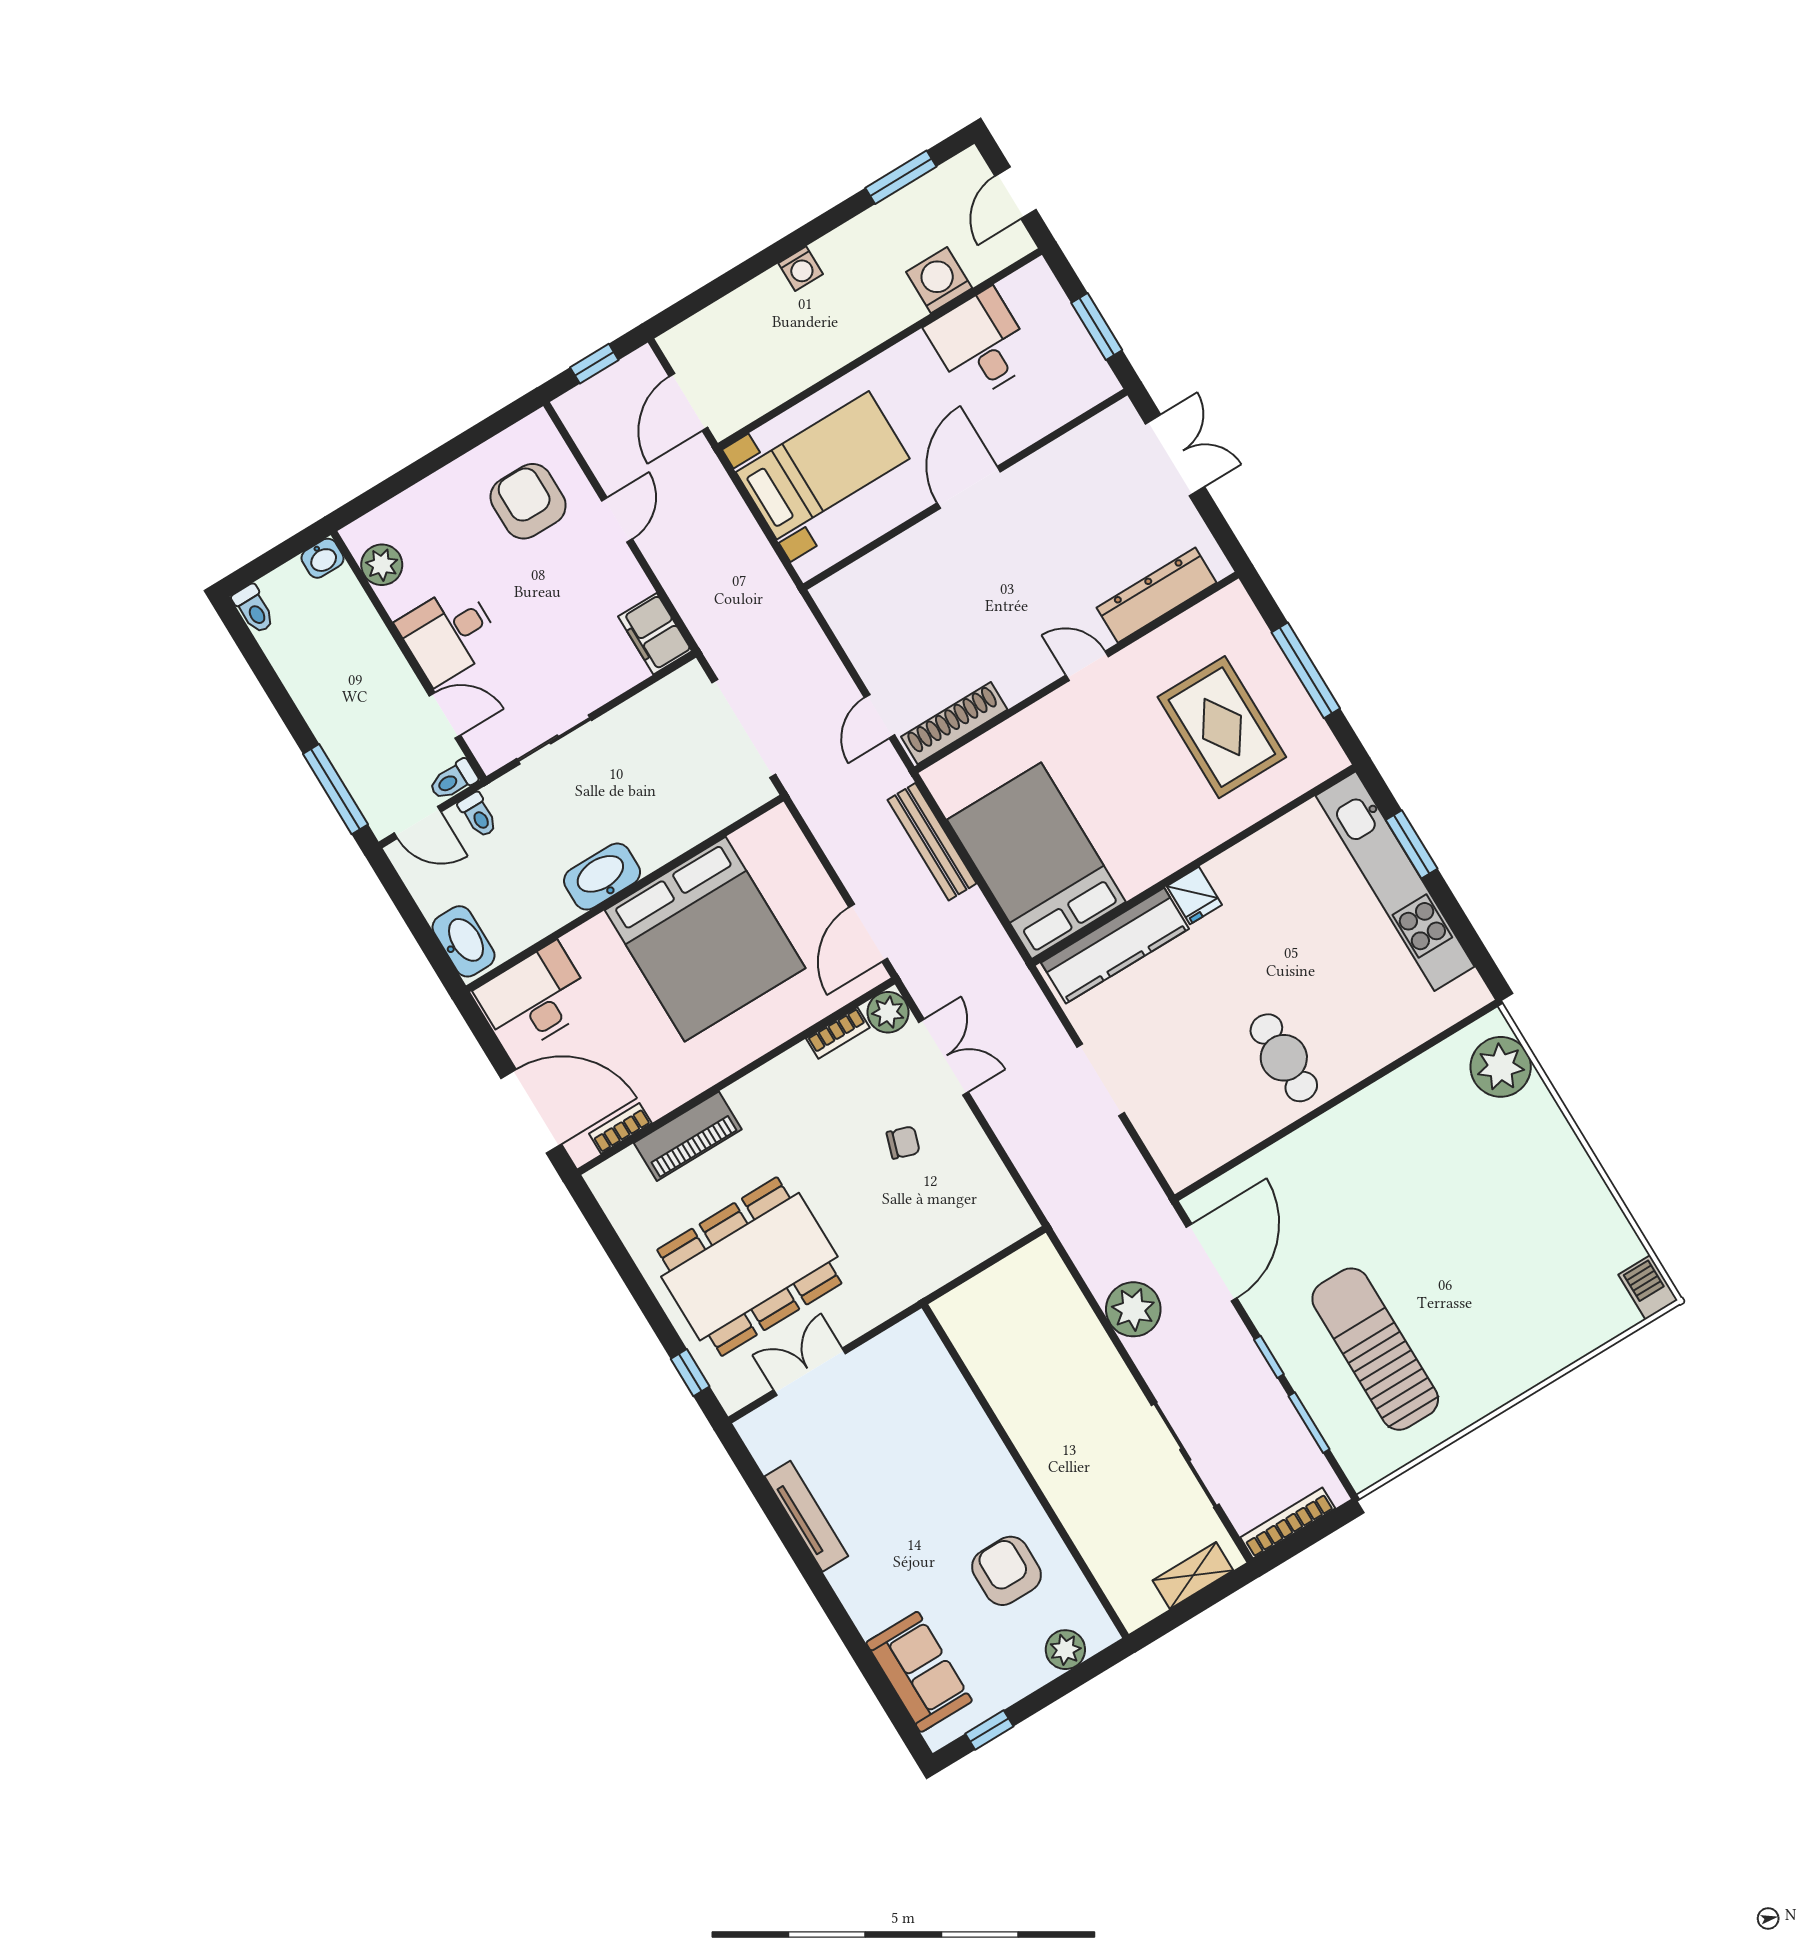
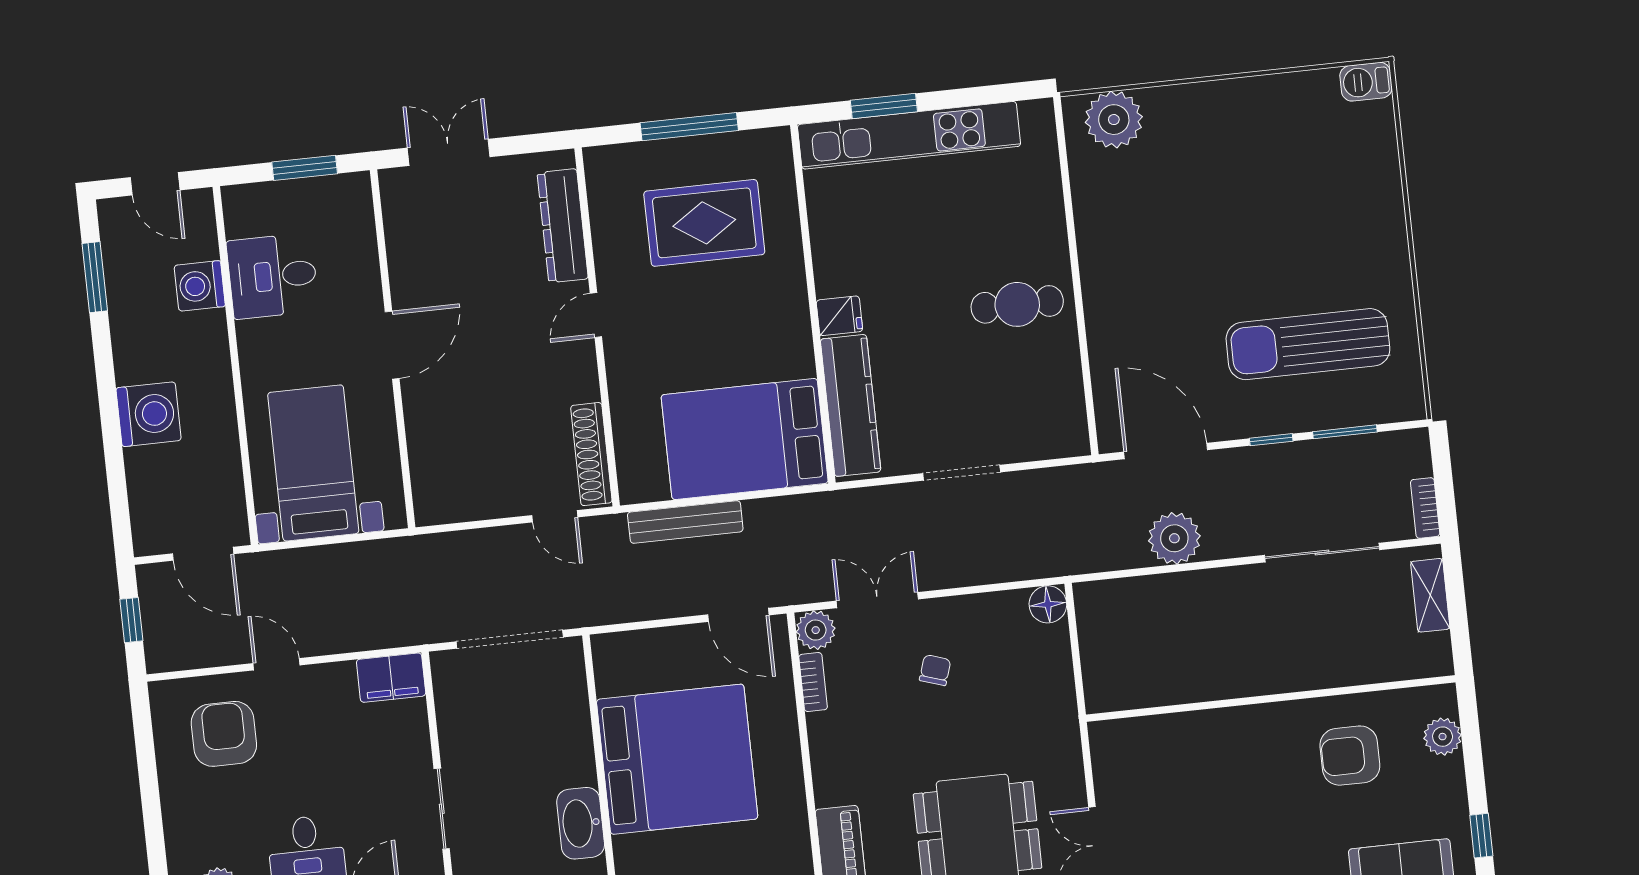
washing machine: (801, 269) -> (149, 414), width x1.89, depth x1.89
door: (969, 487) -> (392, 345), swing flipped
armchair: (528, 501) -> (224, 734), turned 90
floor lamp: (1015, 1219) -> (1048, 604), added
bookcase: (1288, 1523) -> (1425, 508), width x0.64

